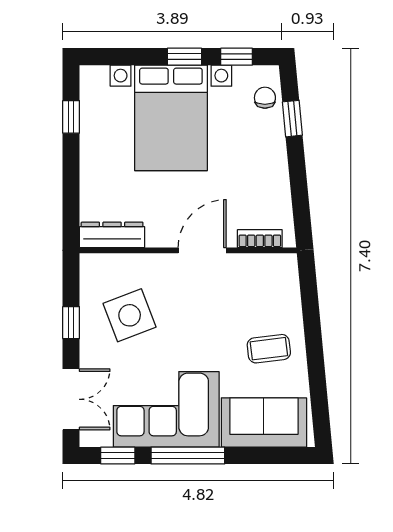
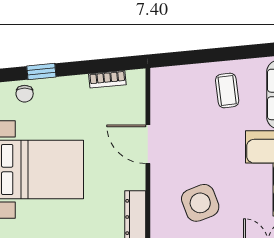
chair: (265, 98) -> (25, 94), turned -90
bookcase: (260, 239) -> (107, 79), moved, turned -95

